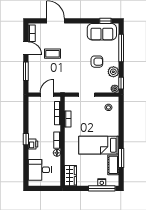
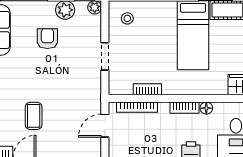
door: (47, 95) -> (105, 126), hinge flipped

